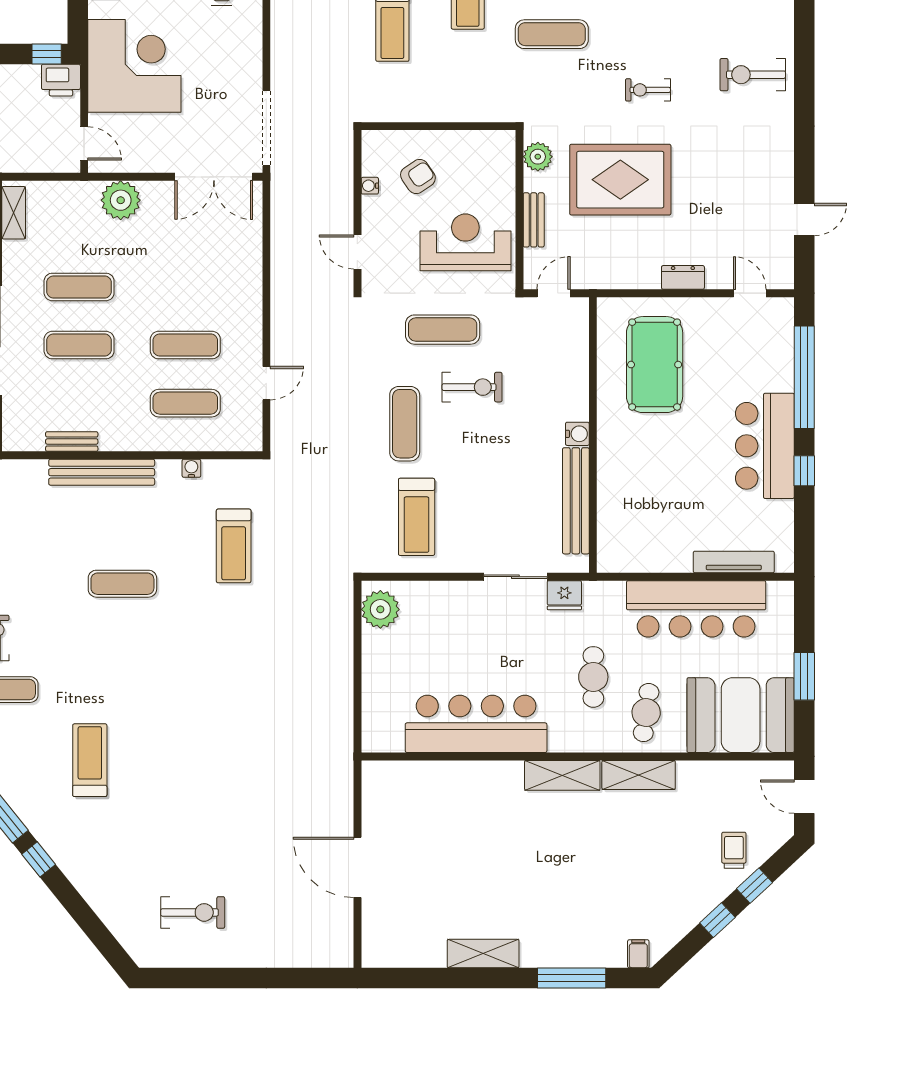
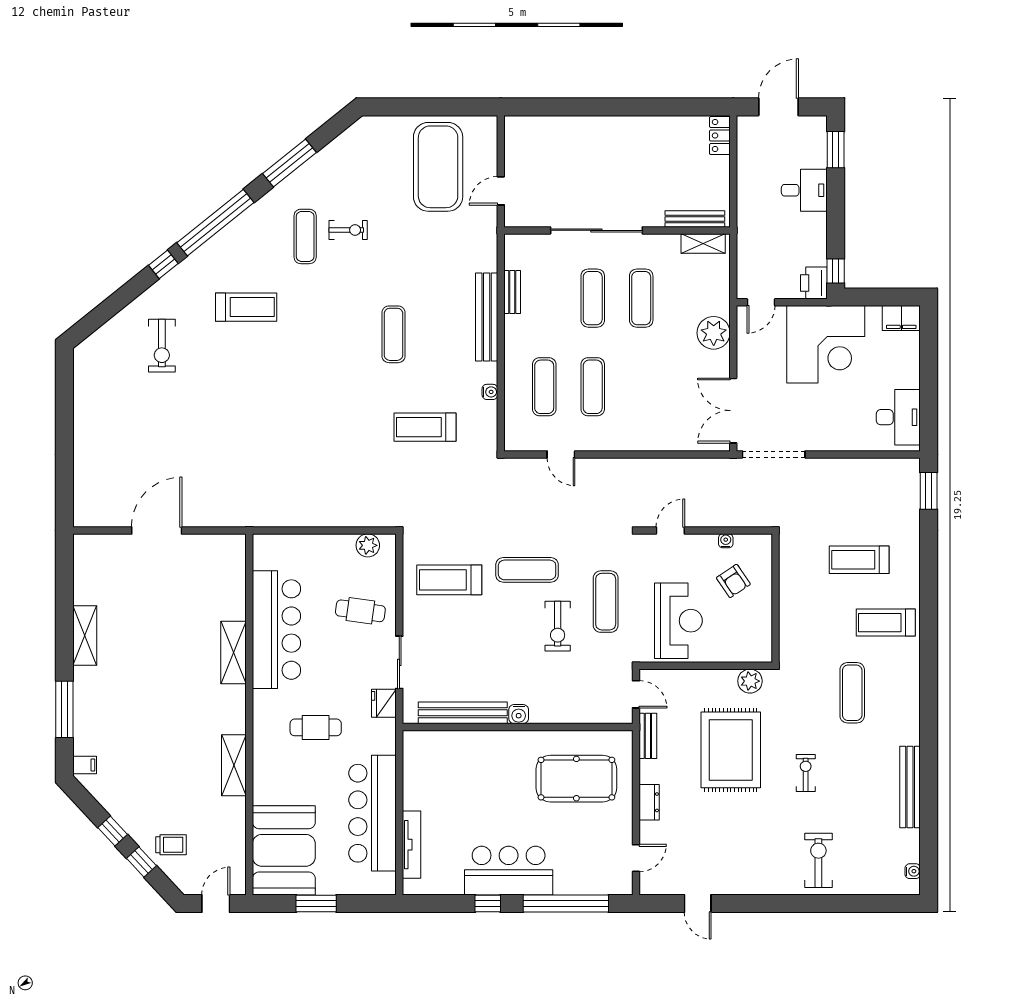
bench: (534, 220) -> (648, 736), moved, turned 90
plant: (380, 609) -> (368, 545), width x0.73, depth x0.73
cafe table: (646, 713) -> (360, 611), moved
shelving: (562, 775) -> (234, 653), moved
exercise bike: (193, 912) -> (162, 346), moved

